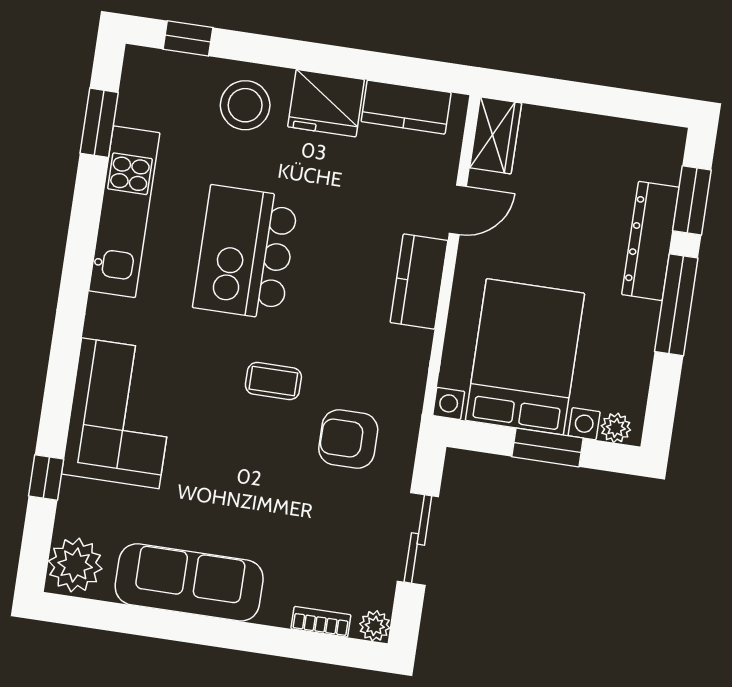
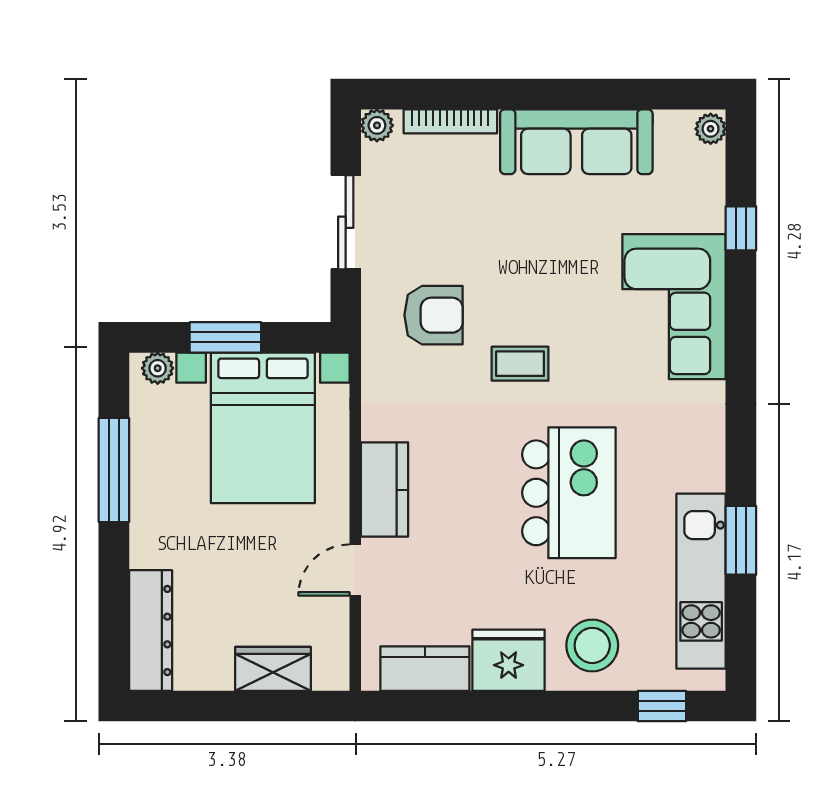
window: (99, 123) -> (741, 540), moved
wardrobe: (496, 135) -> (273, 669), moved, turned 90
window: (692, 200) -> (114, 616), removed
kitchen unit: (124, 212) -> (701, 581), moved
dresser: (650, 241) -> (151, 630), moved
window: (676, 305) -> (114, 470), moved
plant: (75, 565) -> (711, 129), width x0.53, depth x0.53
bookcase: (321, 622) -> (450, 121), width x1.56

